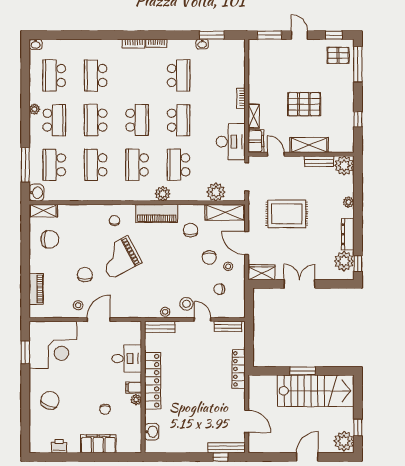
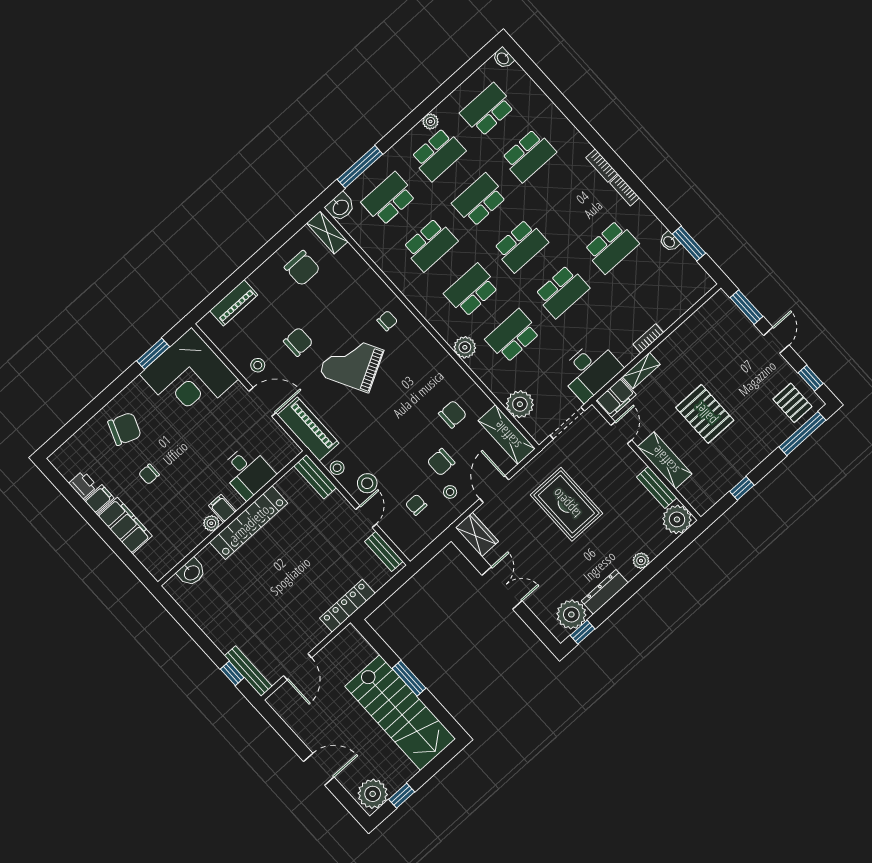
school desk: (96, 75) -> (529, 155), turned 180
school desk: (96, 165) -> (430, 245), turned 180
piano: (157, 213) -> (308, 429), moved, turned 180
chair: (105, 409) -> (149, 474), moved
filing cabinet: (73, 445) -> (99, 499), added

